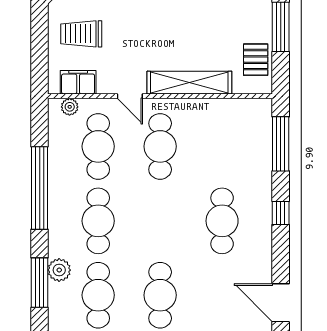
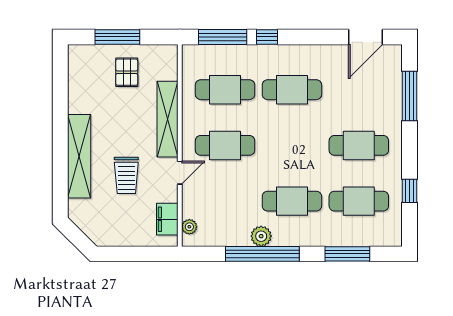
trolley: (81, 34) -> (126, 175), moved
pallet: (256, 60) -> (127, 72), moved, turned 90
cafe table: (98, 146) -> (225, 90), moved
window: (281, 213) -> (267, 37), moved
plant: (59, 270) -> (261, 236), moved

